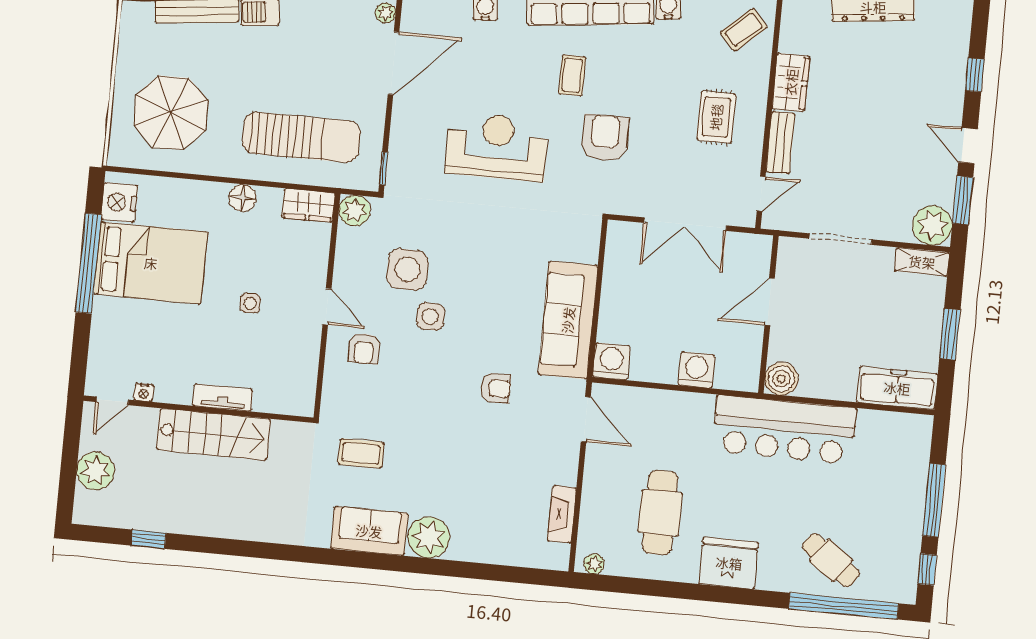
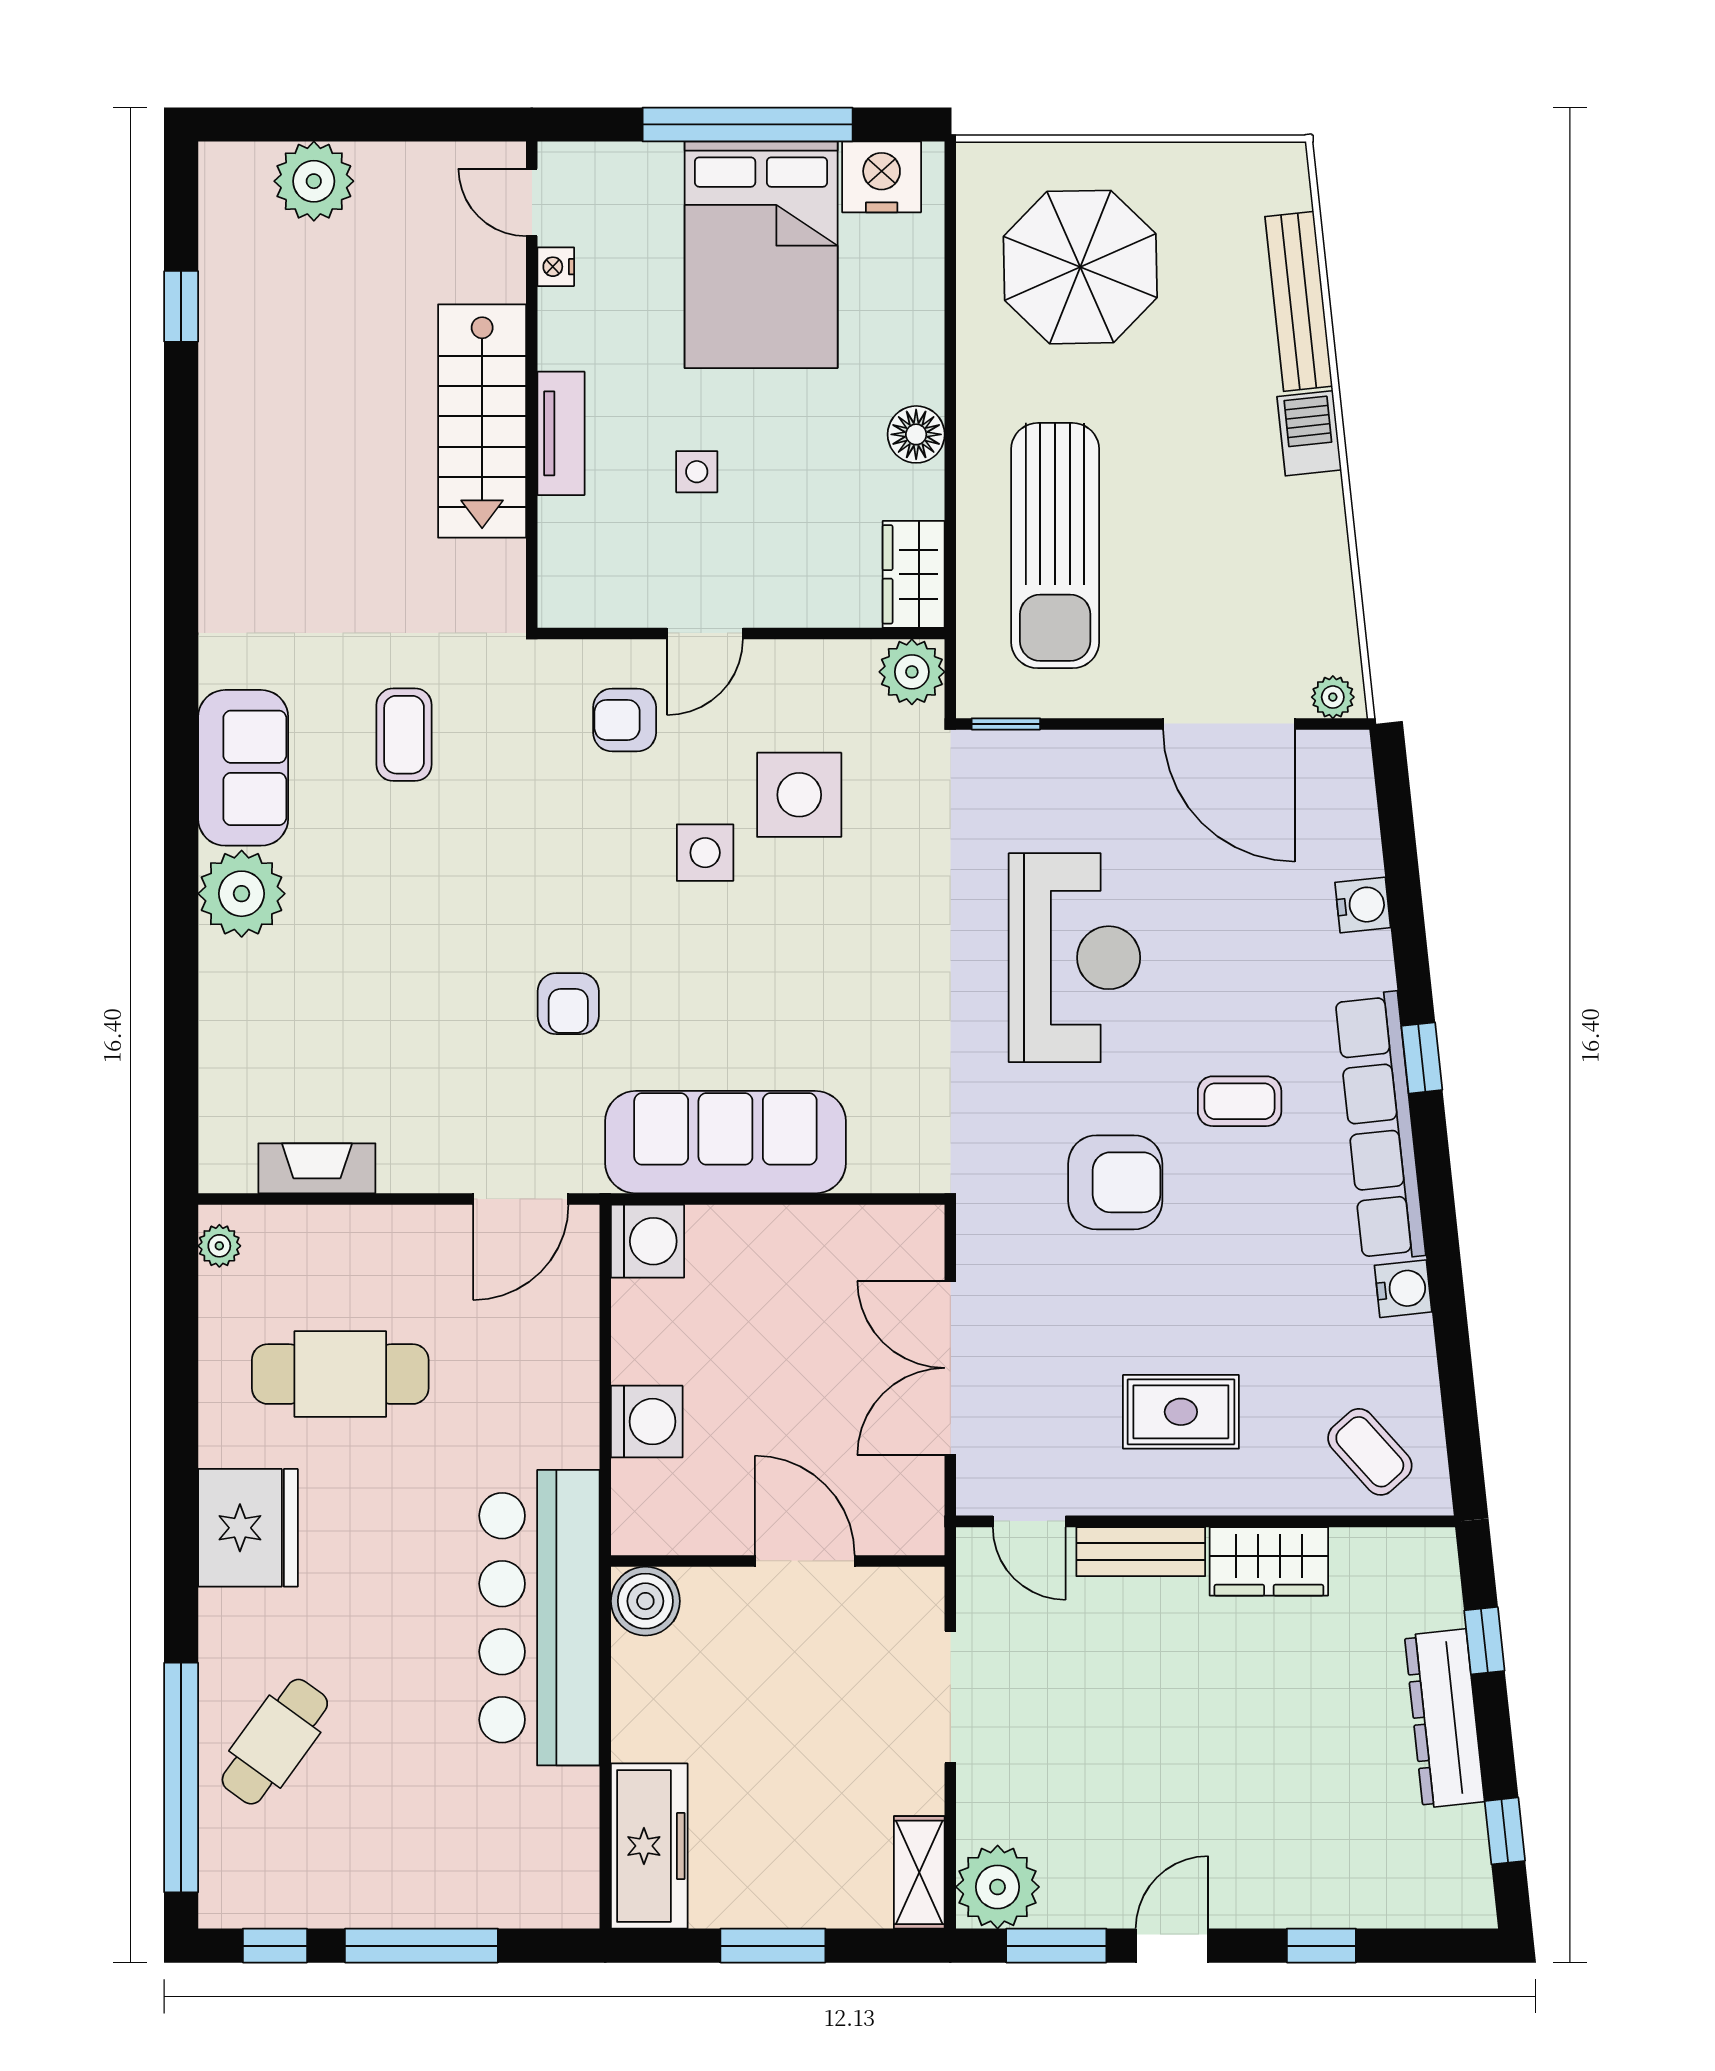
nightstand: (144, 392) -> (556, 267), moved
tv unit: (223, 398) -> (561, 433), moved
door: (112, 401) -> (532, 202), moved
wall: (198, 409) -> (532, 385), moved
stairs: (213, 434) -> (482, 421), moved

